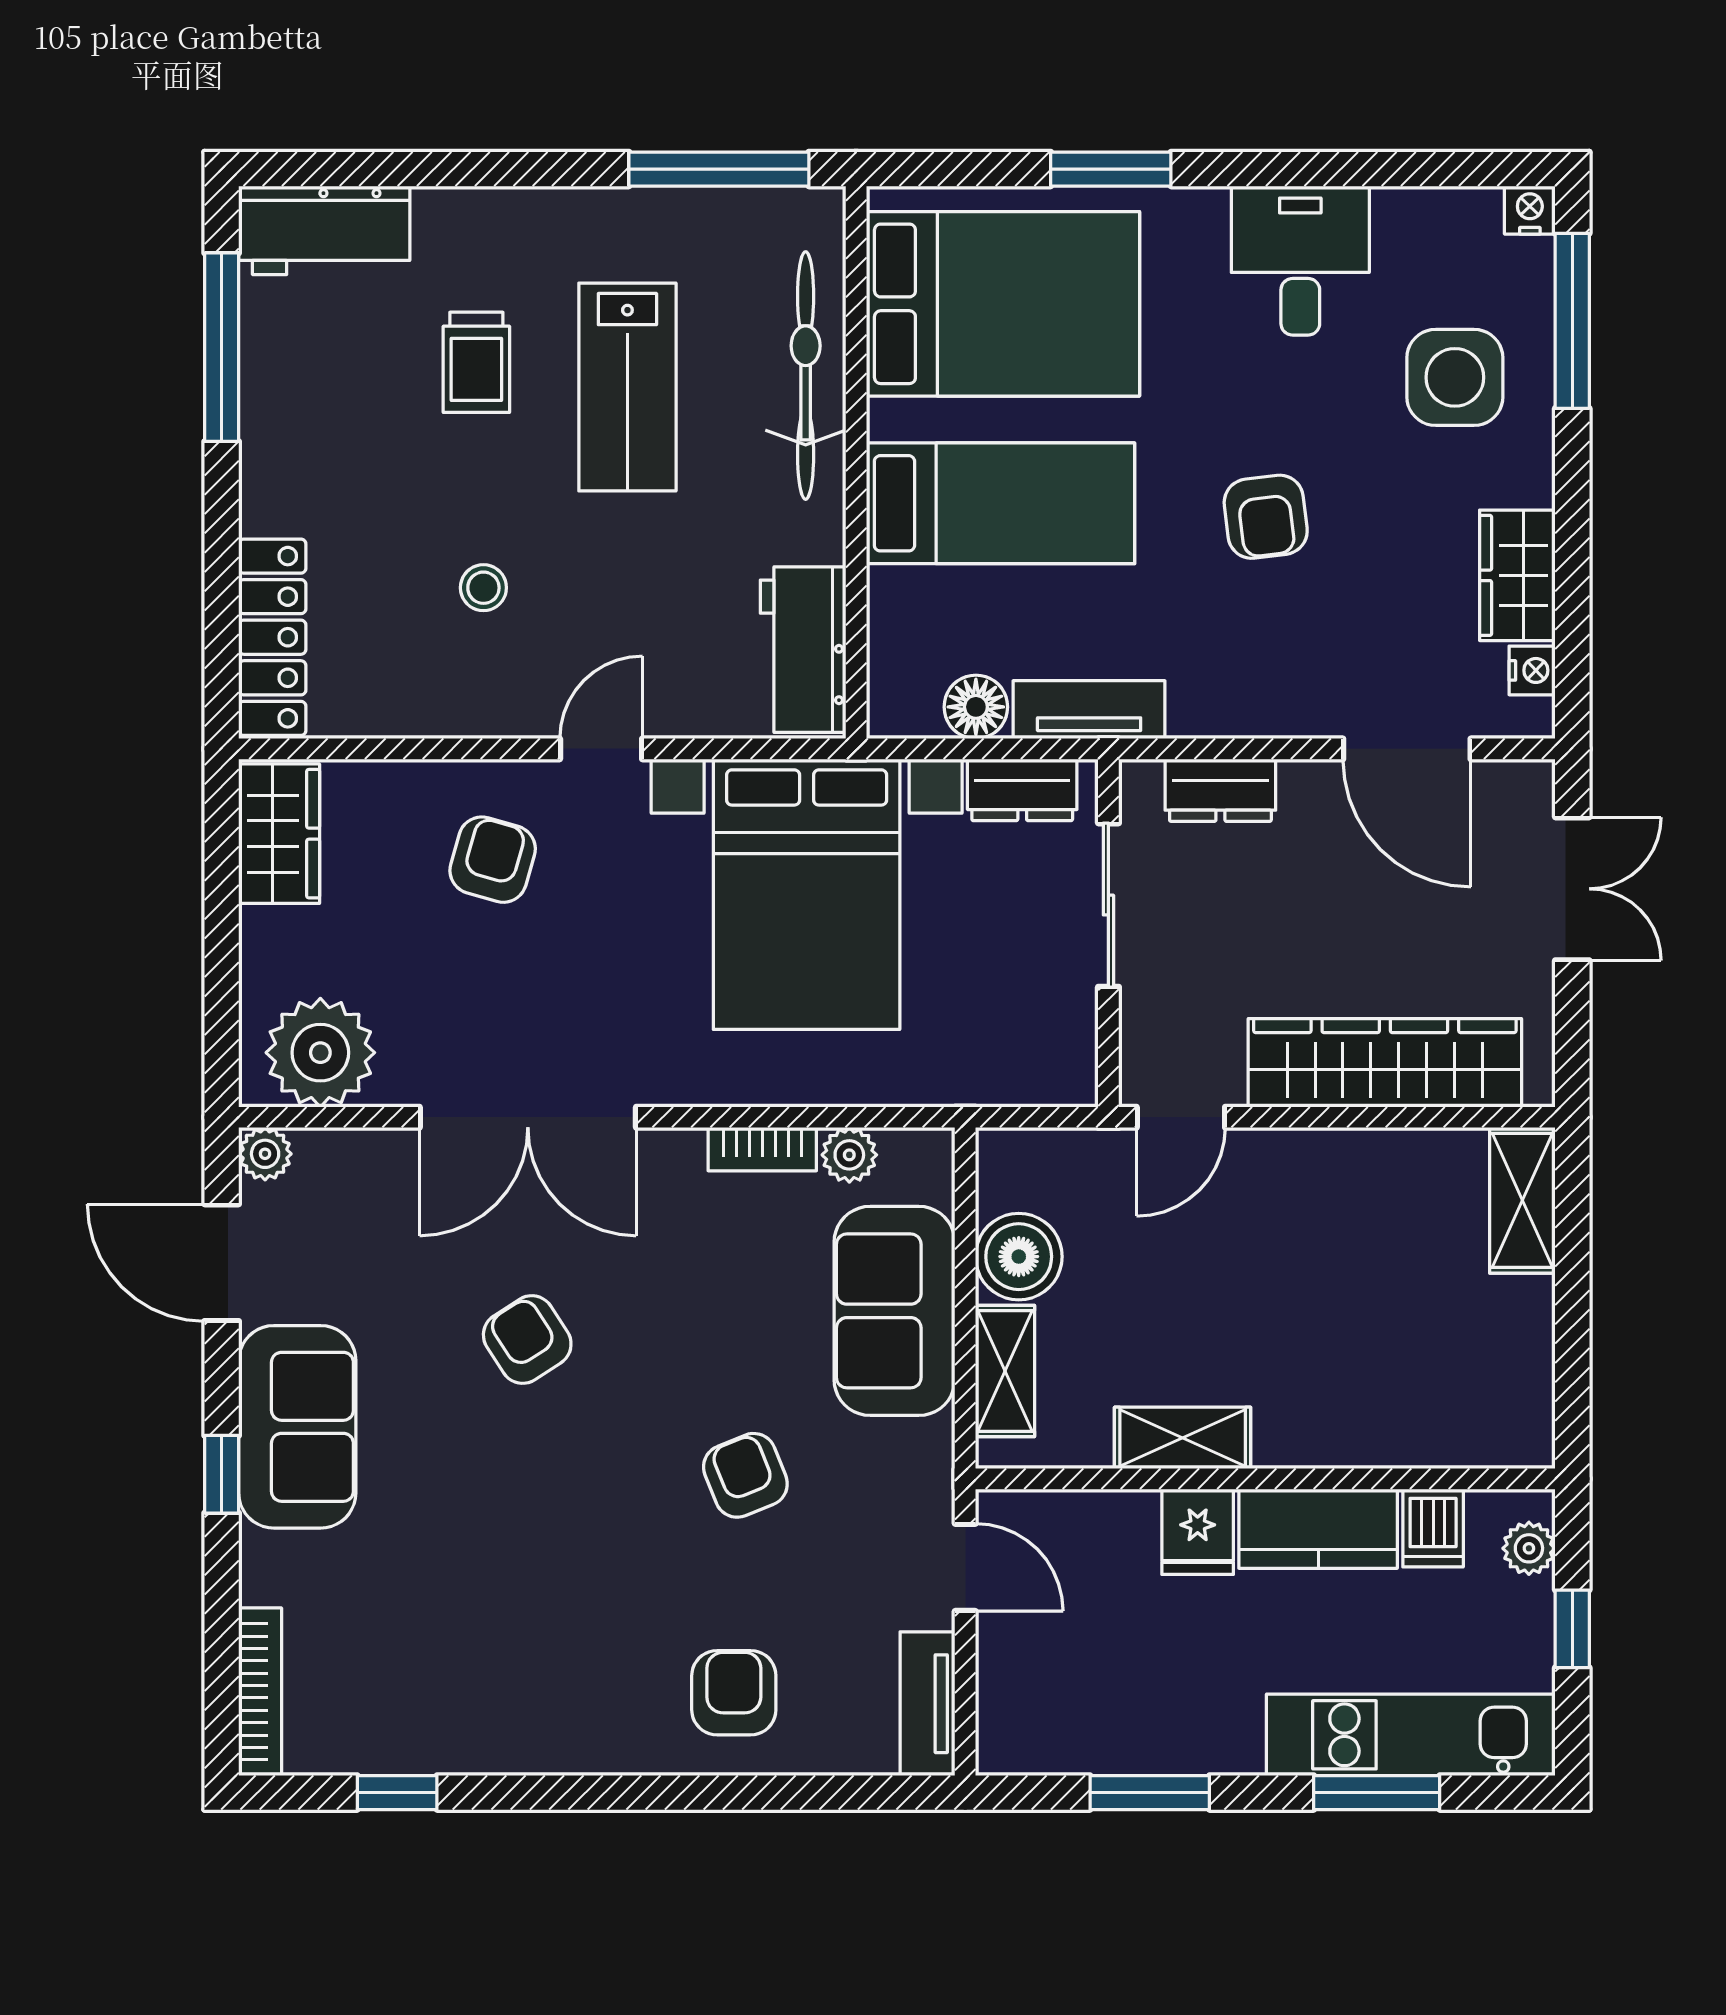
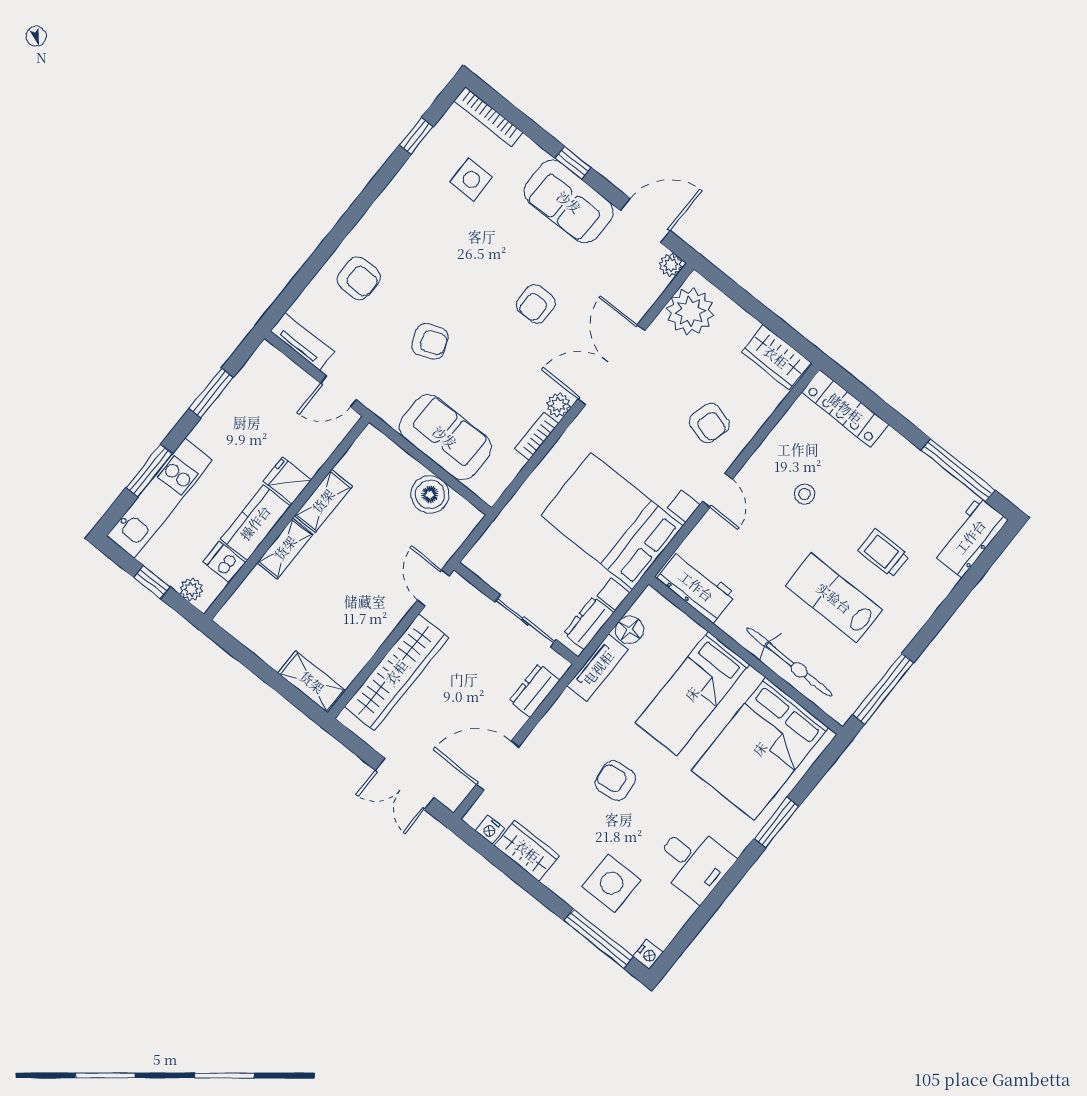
plant: (849, 1155) -> (558, 405), moved
armchair: (527, 1340) -> (536, 304), turned 123
shelving: (1005, 1371) -> (285, 548), moved, turned 90
side table: (397, 1633) -> (471, 179), added

